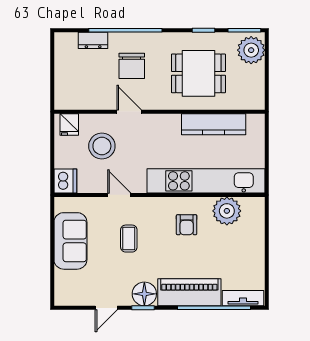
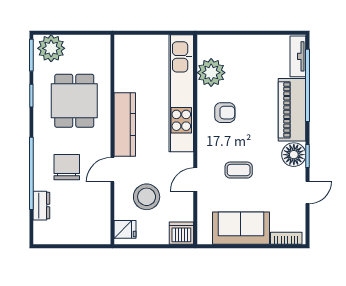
chair: (132, 66) -> (67, 167), turned -90
kitchen counter: (214, 124) -> (125, 125), moved
bookcase: (60, 286) -> (286, 238), added
door: (106, 308) -> (308, 192), hinge flipped

